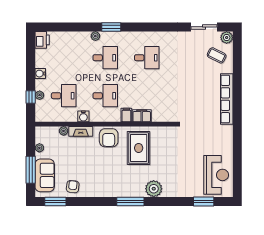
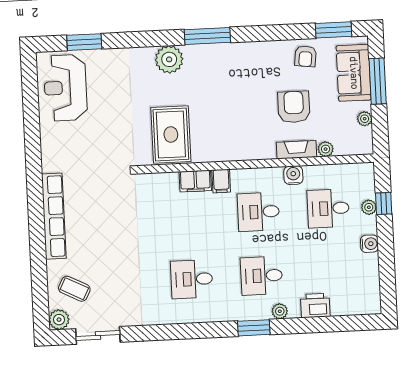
printer: (42, 40) -> (315, 306), moved, turned 90
armchair: (109, 138) -> (294, 107), moved
rug: (139, 148) -> (171, 135), moved

